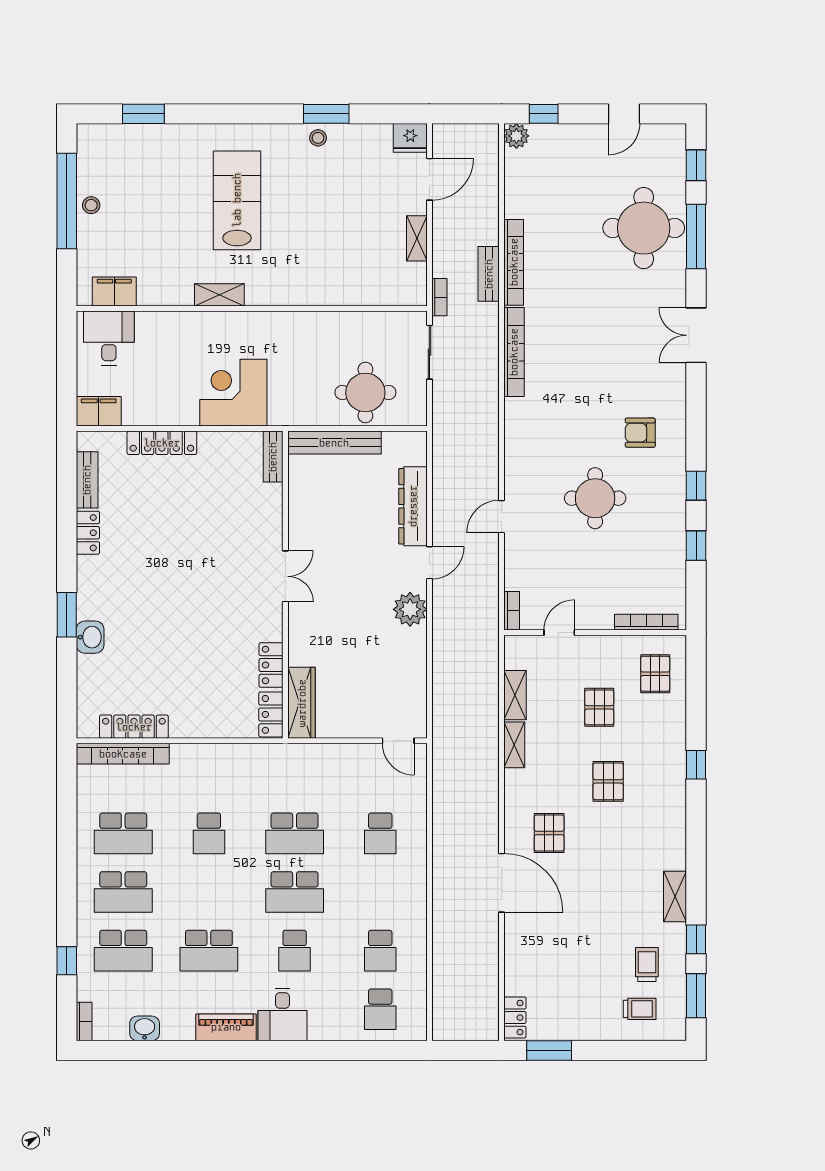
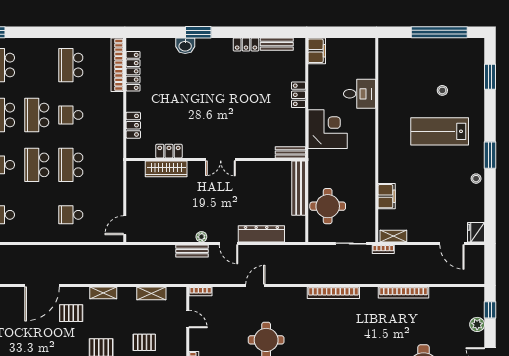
window: (326, 114) -> (490, 155), moved
plant: (516, 136) -> (477, 324), moved
lab bench: (237, 200) -> (440, 131), turned 180
stool: (91, 205) -> (442, 90), moved
shelving: (417, 238) -> (393, 236), moved
bench: (489, 274) -> (192, 251), moved
filing cabinet: (114, 291) -> (387, 196), moved
shelving: (219, 295) -> (385, 121), removed
desk: (109, 338) -> (359, 94), moved
bookcase: (514, 352) -> (333, 293), moved
locker: (162, 443) -> (298, 95), width x0.66
door: (502, 517) -> (255, 285), hinge flipped
plant: (410, 609) -> (201, 237), width x0.53, depth x0.53
wardrobe: (302, 703) -> (166, 169), moved
locker: (271, 714) -> (133, 125), moved, turned 90
shelving: (514, 745) -> (103, 293), moved
school desk: (123, 892) -> (37, 115), moved

